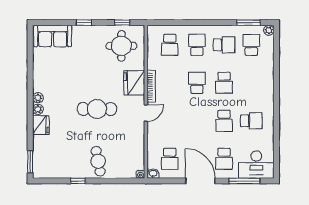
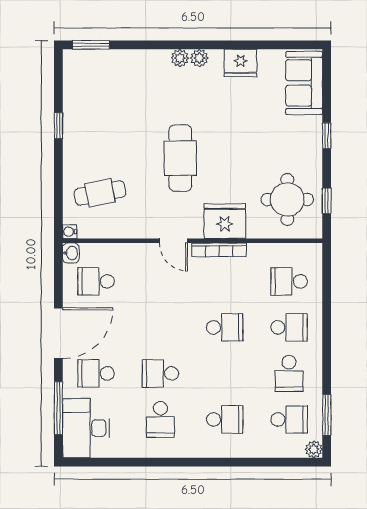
school desk: (224, 83) -> (225, 419), moved, turned 180
fridge: (41, 125) -> (240, 63), moved
cafe table: (98, 161) -> (100, 193), moved

